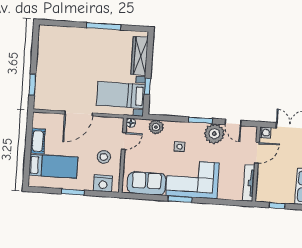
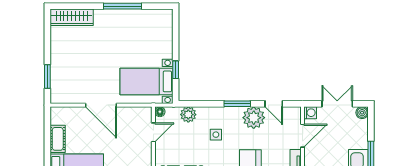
wardrobe: (139, 56) -> (72, 17), moved, turned -90
door: (79, 113) -> (101, 105), hinge flipped
stool: (104, 157) -> (132, 152), removed

